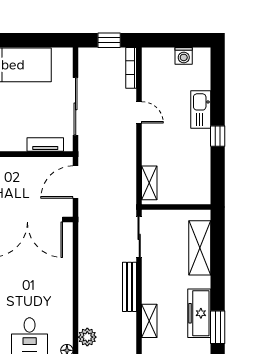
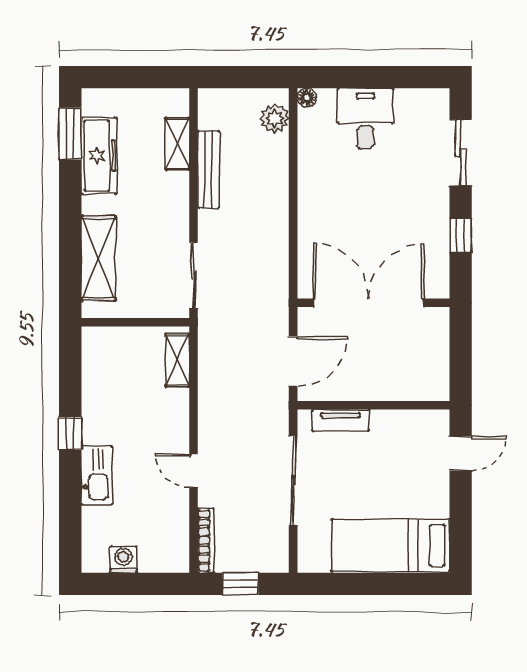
bench: (130, 287) -> (208, 169), moved

